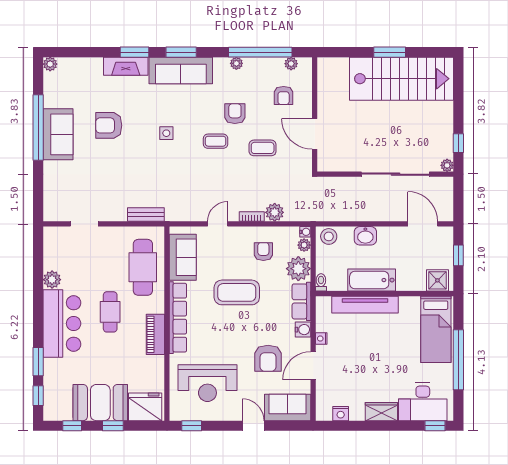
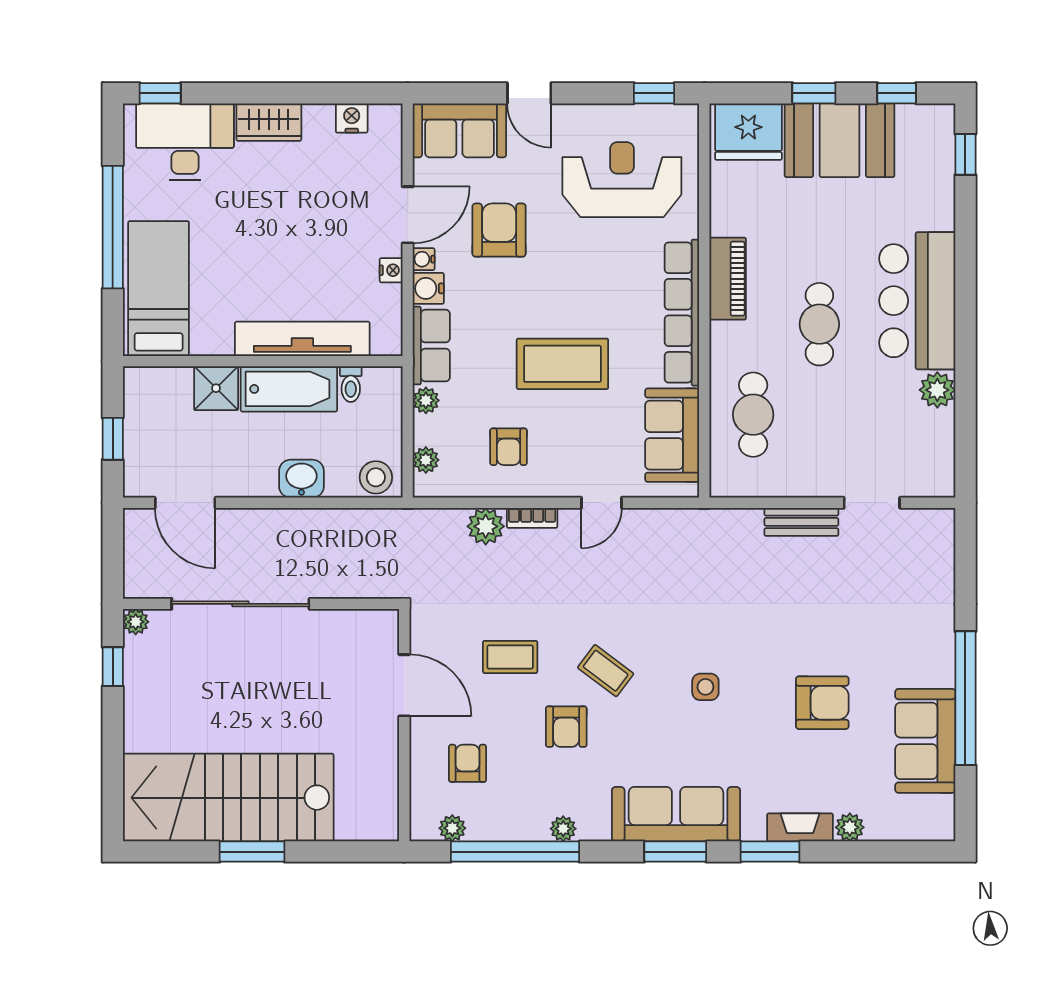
plant: (50, 64) -> (850, 827), moved
fireplace: (126, 66) -> (800, 827), width x0.73, depth x0.76
sofa: (58, 134) -> (925, 741), moved
coffee table: (216, 141) -> (606, 671), turned 37
bench: (146, 215) -> (801, 522), moved
water cooler: (305, 232) -> (424, 259), moved
cafe table: (143, 267) -> (753, 415), width x0.73, depth x0.74
plant: (298, 269) -> (426, 400), width x0.53, depth x0.53
shower: (437, 280) -> (216, 388), moved
toilet: (321, 282) -> (351, 384), moved
window: (38, 362) -> (965, 223), removed

